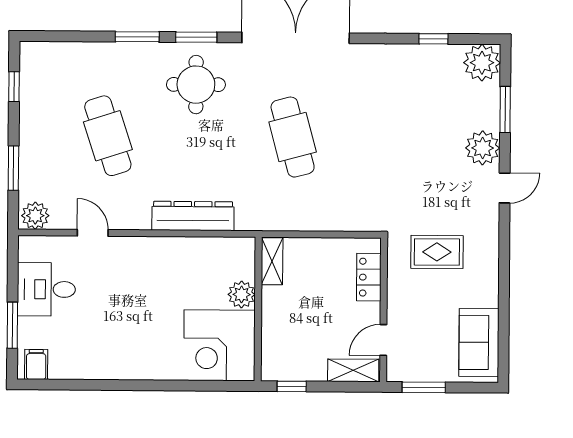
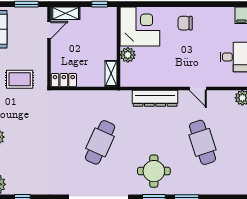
cafe table: (293, 137) -> (100, 142), turned 39
door: (93, 233) -> (198, 88), moved
locker: (369, 277) -> (64, 80), moved, turned -90
chair: (138, 351) -> (185, 23), added

